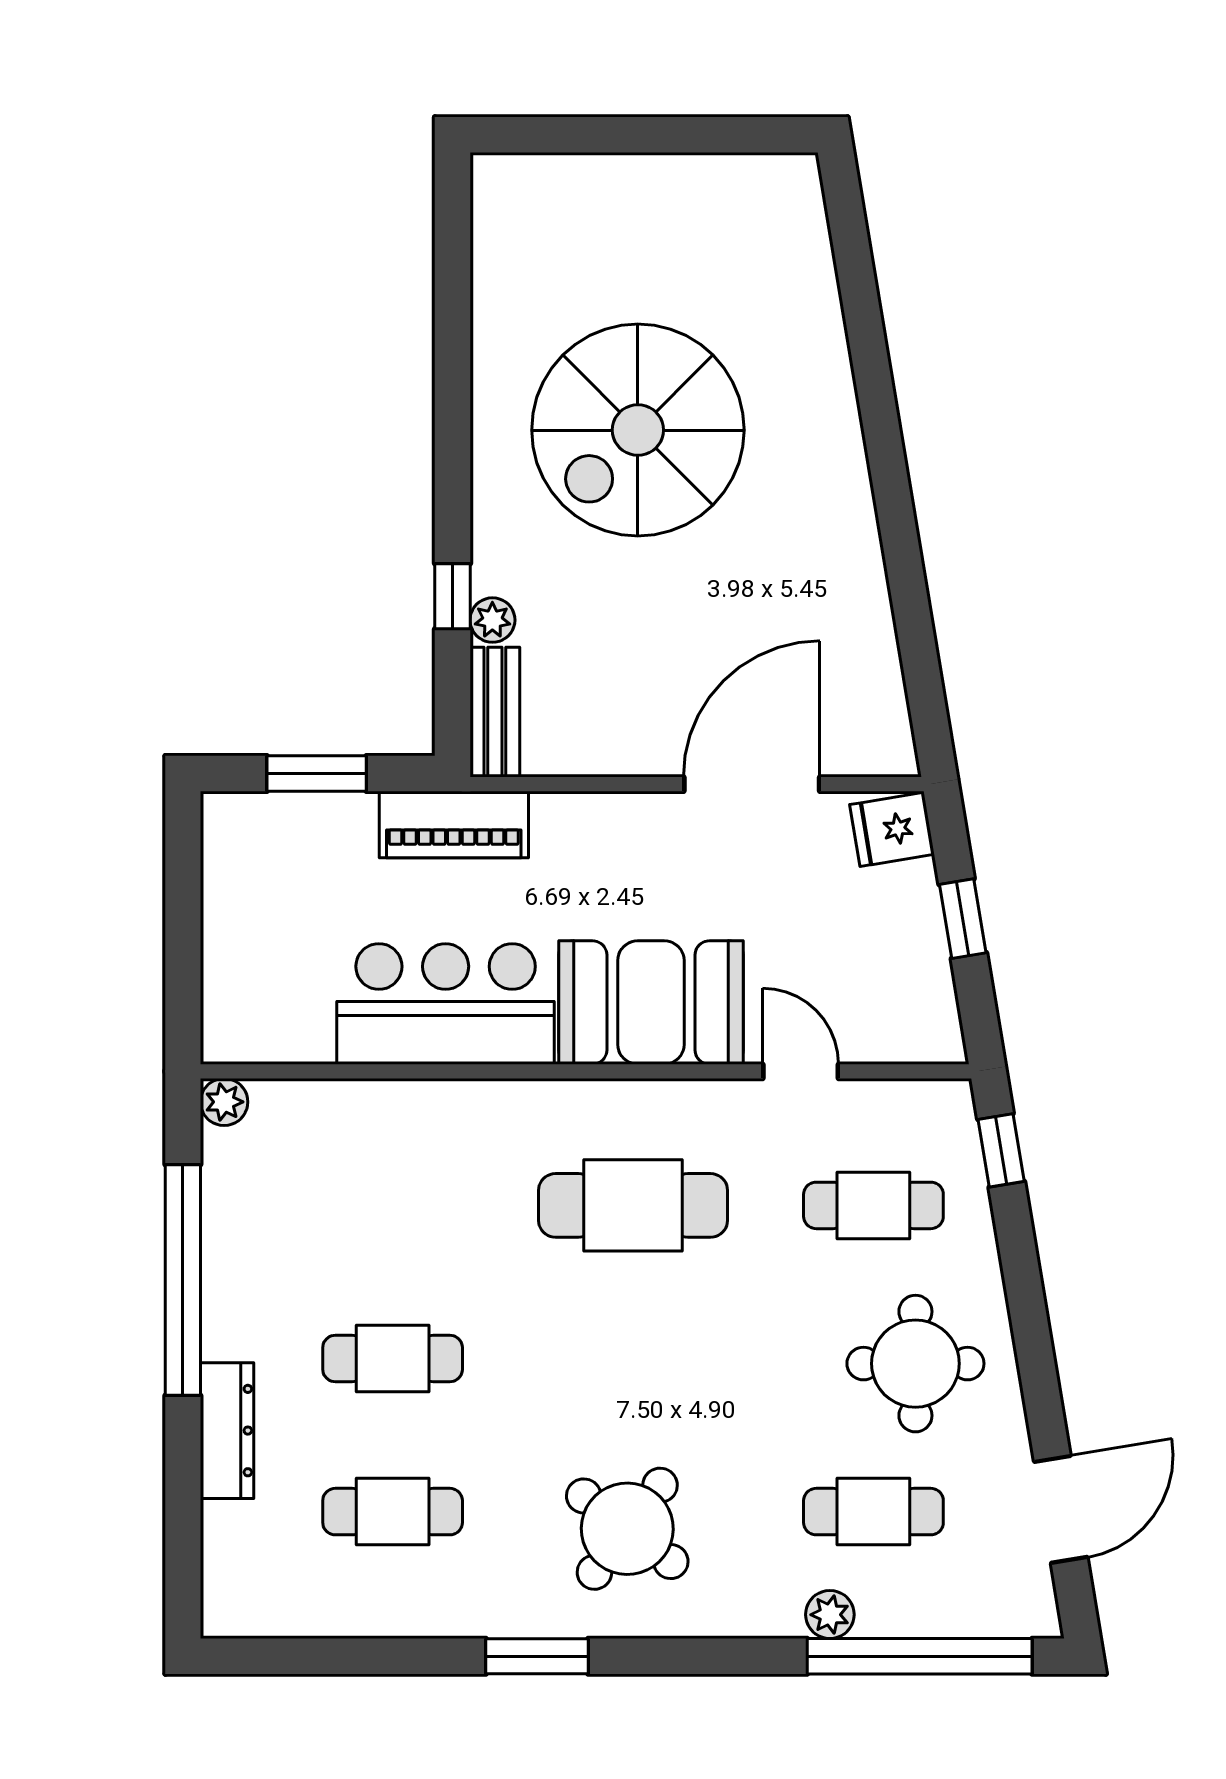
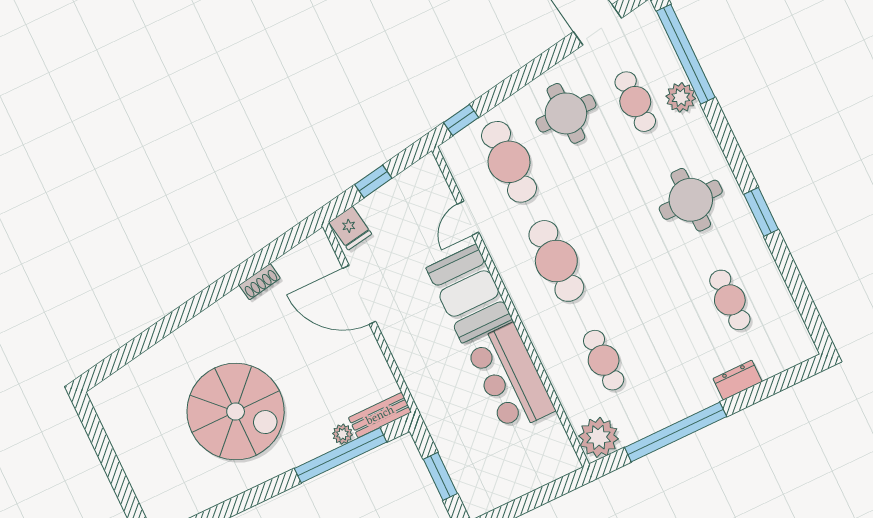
window: (453, 596) -> (341, 455), width x3.17
shoe rack: (872, 600) -> (260, 282), added
piano: (454, 824) -> (434, 410), removed
plant: (224, 1102) -> (599, 437), width x1.88, depth x1.88
cafe table: (873, 1205) -> (509, 162), width x1.37, depth x1.35
cafe table: (393, 1358) -> (604, 360), moved
dresser: (227, 1431) -> (738, 380), width x0.70
round table: (627, 1529) -> (691, 200), turned -37
plant: (830, 1615) -> (681, 97), width x1.38, depth x1.38

